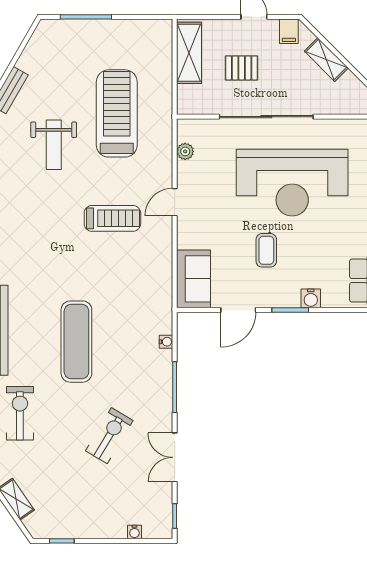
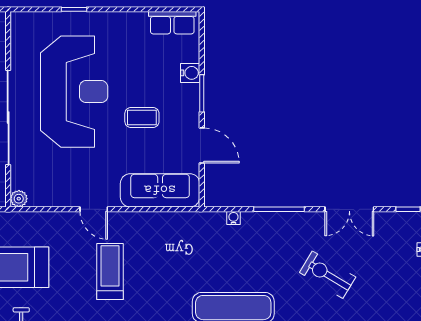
plant: (185, 151) -> (19, 199), moved
sofa: (194, 279) -> (160, 190), width x1.36

